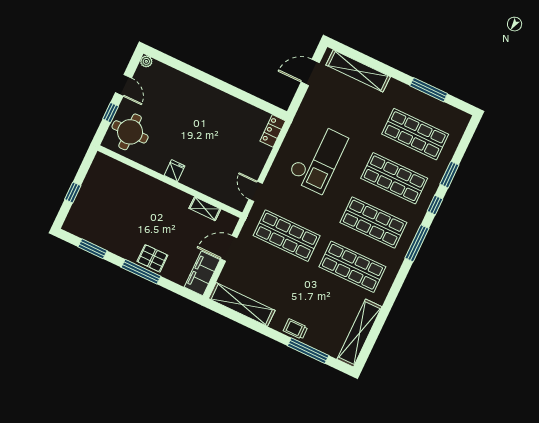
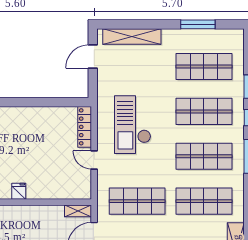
locker: (273, 131) -> (85, 127), width x1.53
checkout: (318, 158) -> (133, 125), turned 180
door: (256, 191) -> (94, 160), moved
shelving: (205, 209) -> (78, 211), moved

